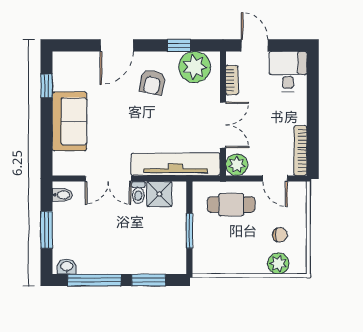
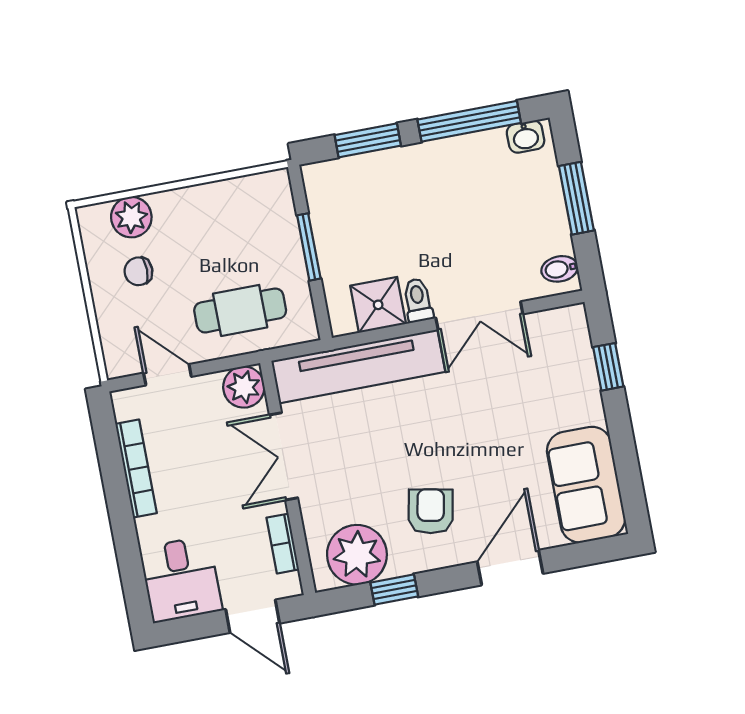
window: (46, 86) -> (608, 367), moved
sofa: (69, 121) -> (586, 485), moved
bookcase: (300, 150) -> (136, 469), moved
double door: (108, 178) -> (479, 316), swing flipped

